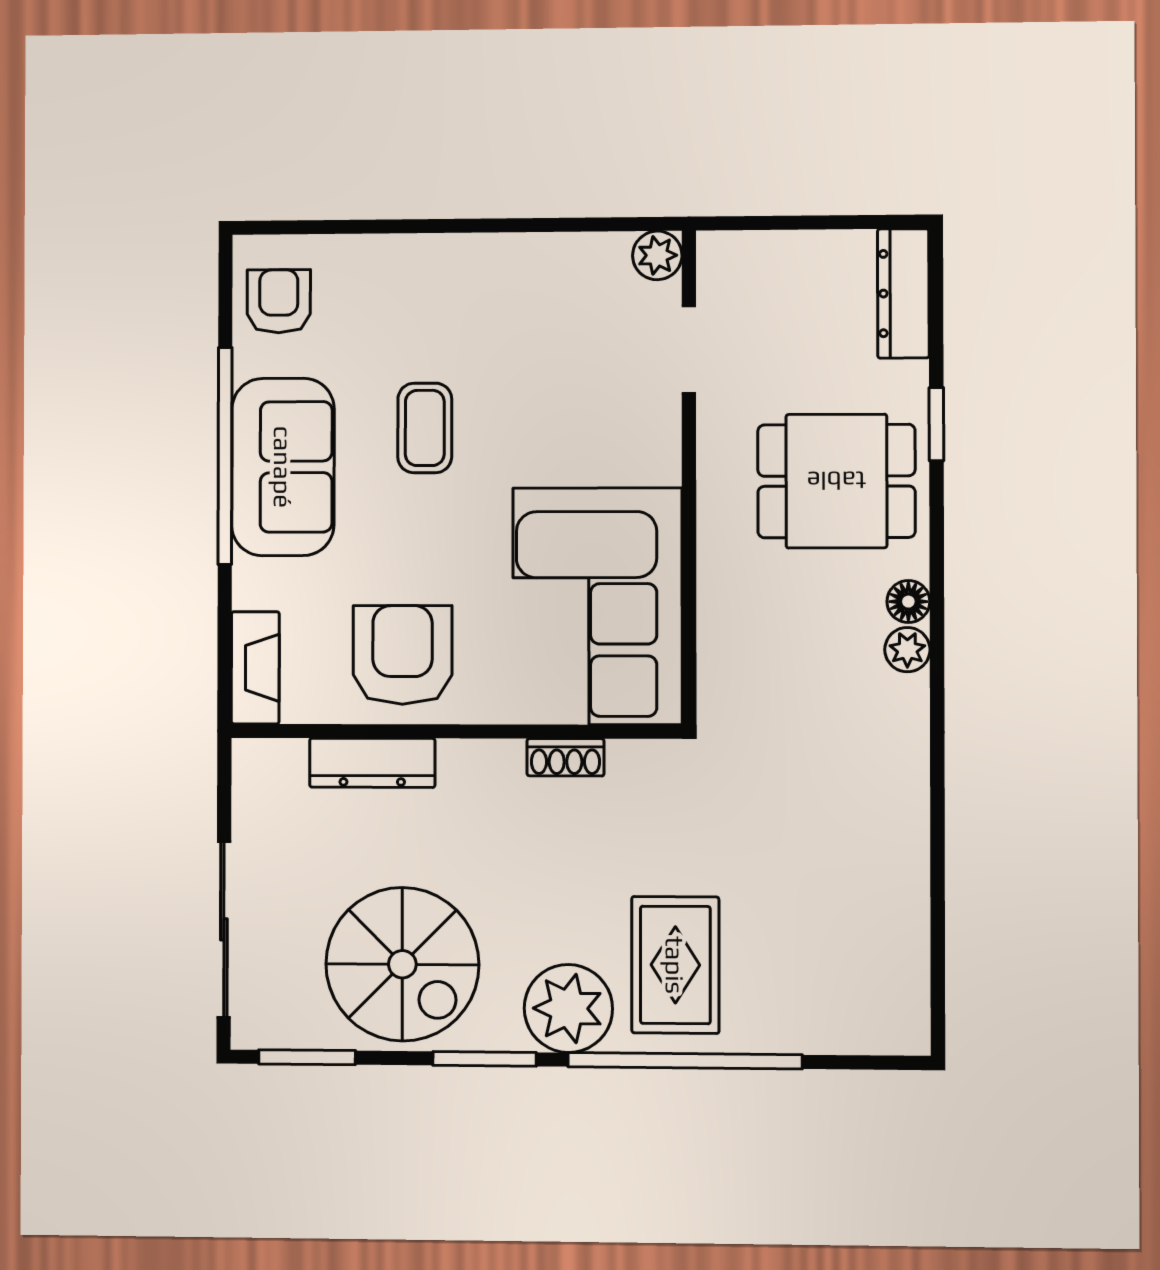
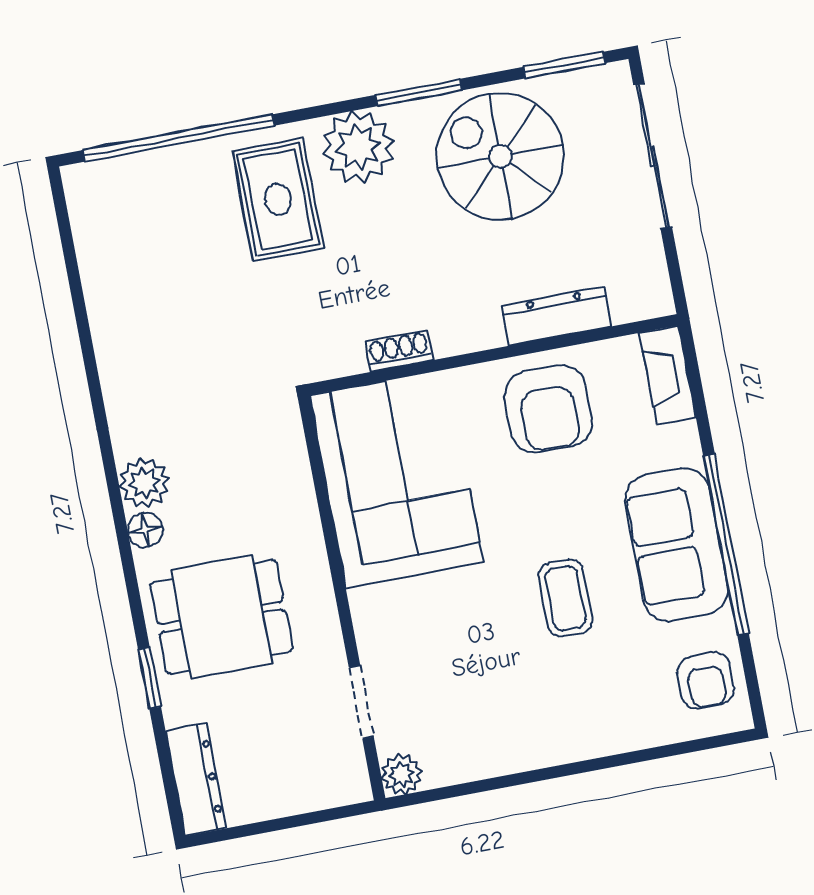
plant: (907, 650) -> (144, 483), width x1.38, depth x1.38
window: (685, 1061) -> (179, 138), moved

